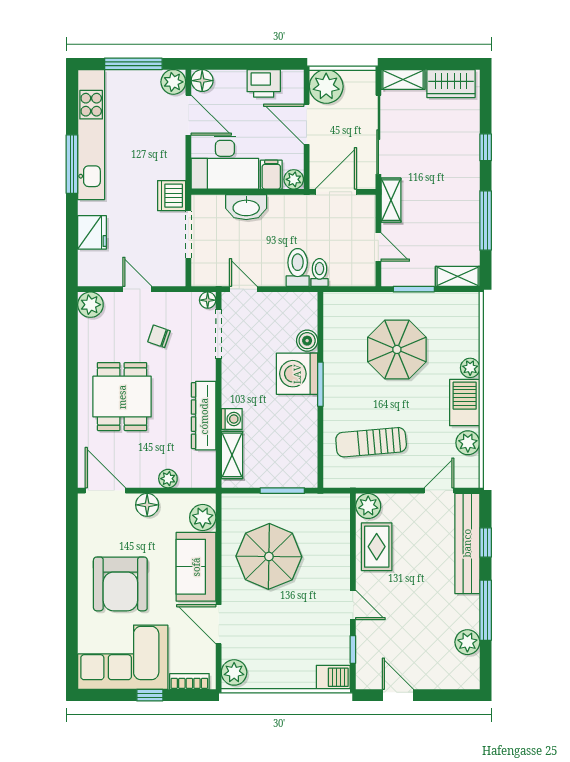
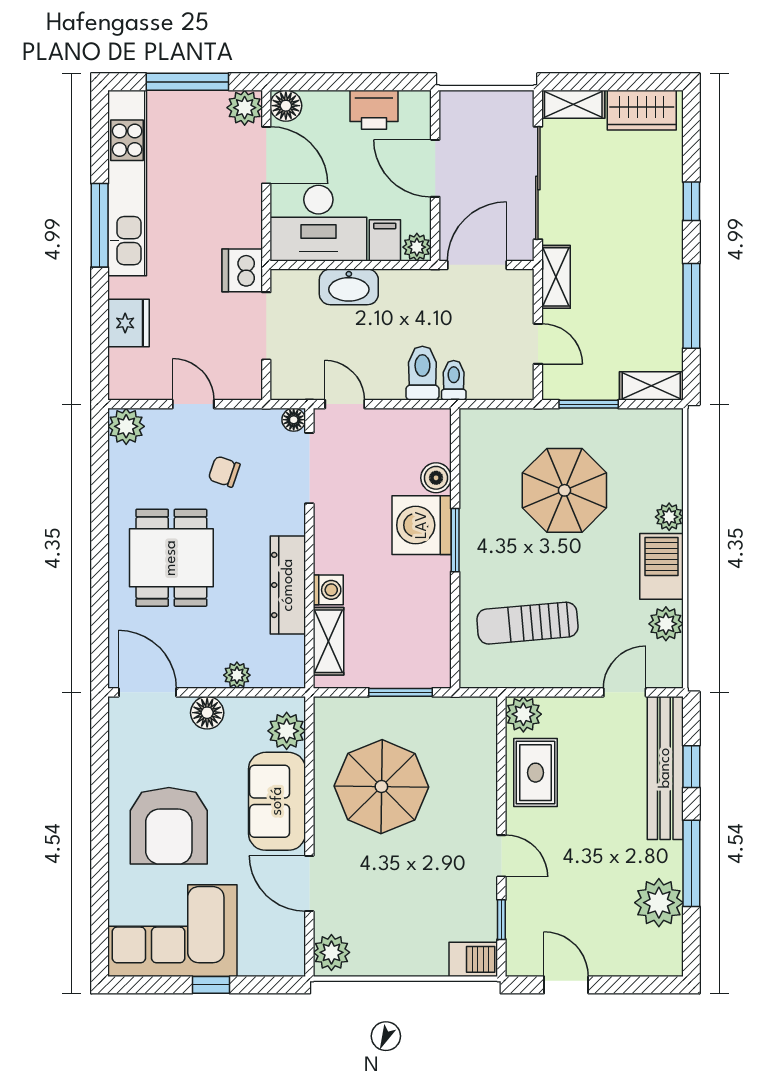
plant: (326, 86) -> (463, 114), removed
plant: (467, 642) -> (659, 903), width x1.36, depth x1.36
bookcase: (189, 681) -> (268, 965), removed

